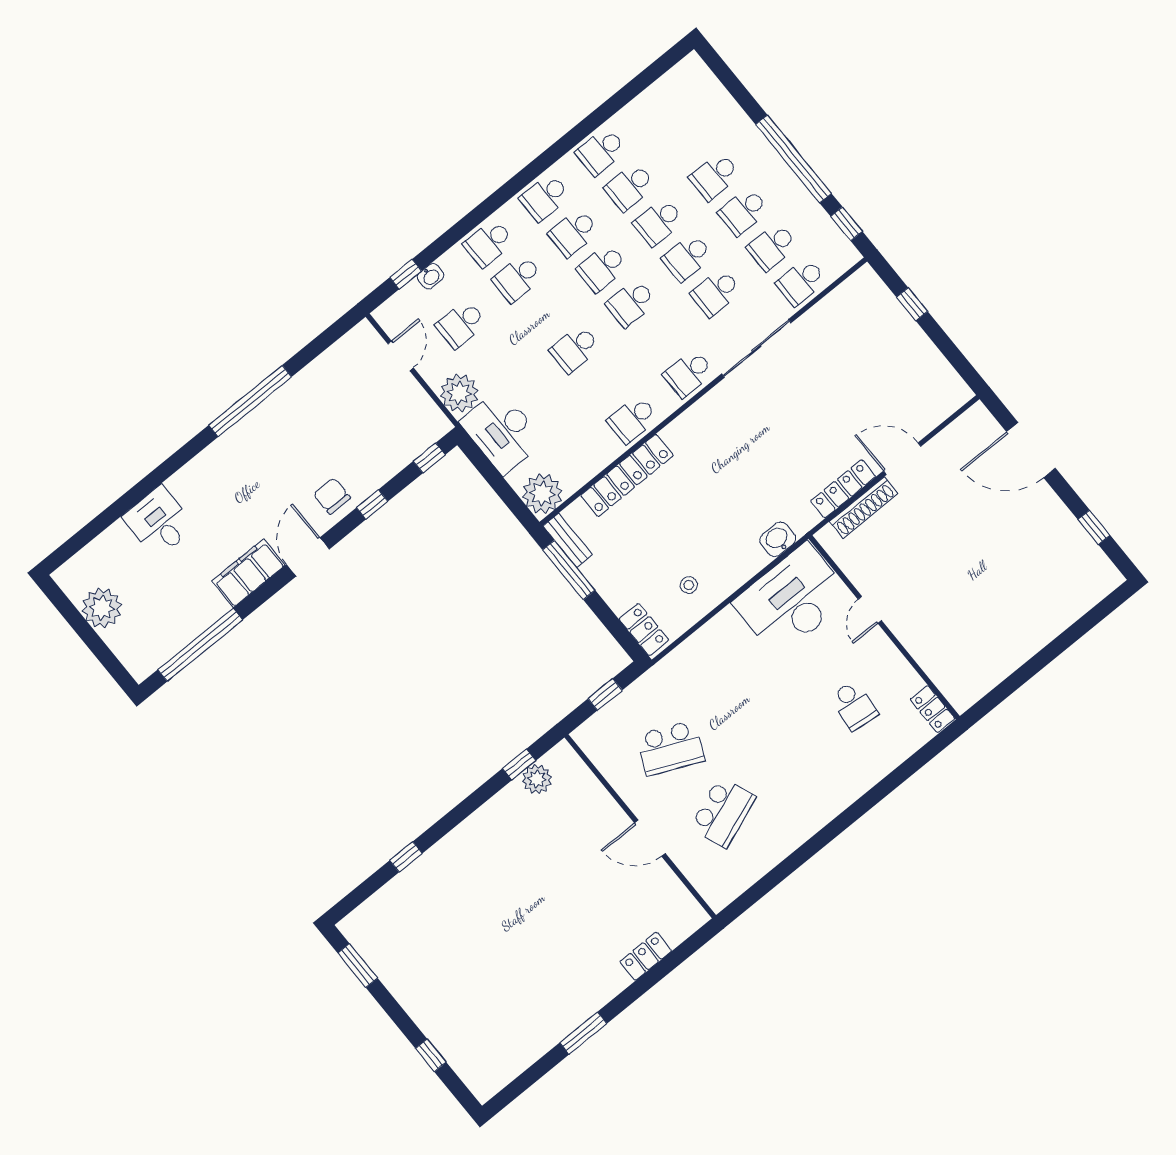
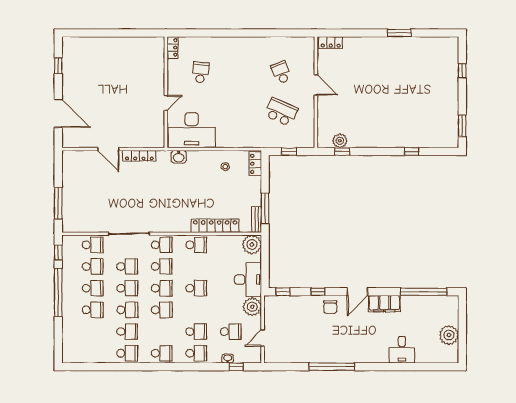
school desk: (574, 233) -> (162, 266), moved
window: (912, 304) -> (58, 203), width x2.17
shoe rack: (864, 508) -> (137, 143), removed
school desk: (723, 812) -> (281, 72), width x0.54
locker: (646, 956) -> (331, 43), moved

